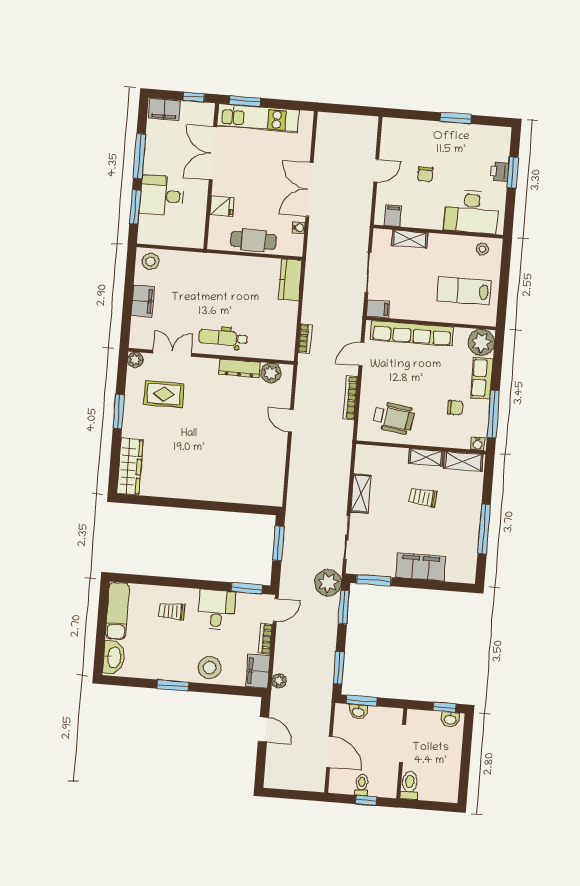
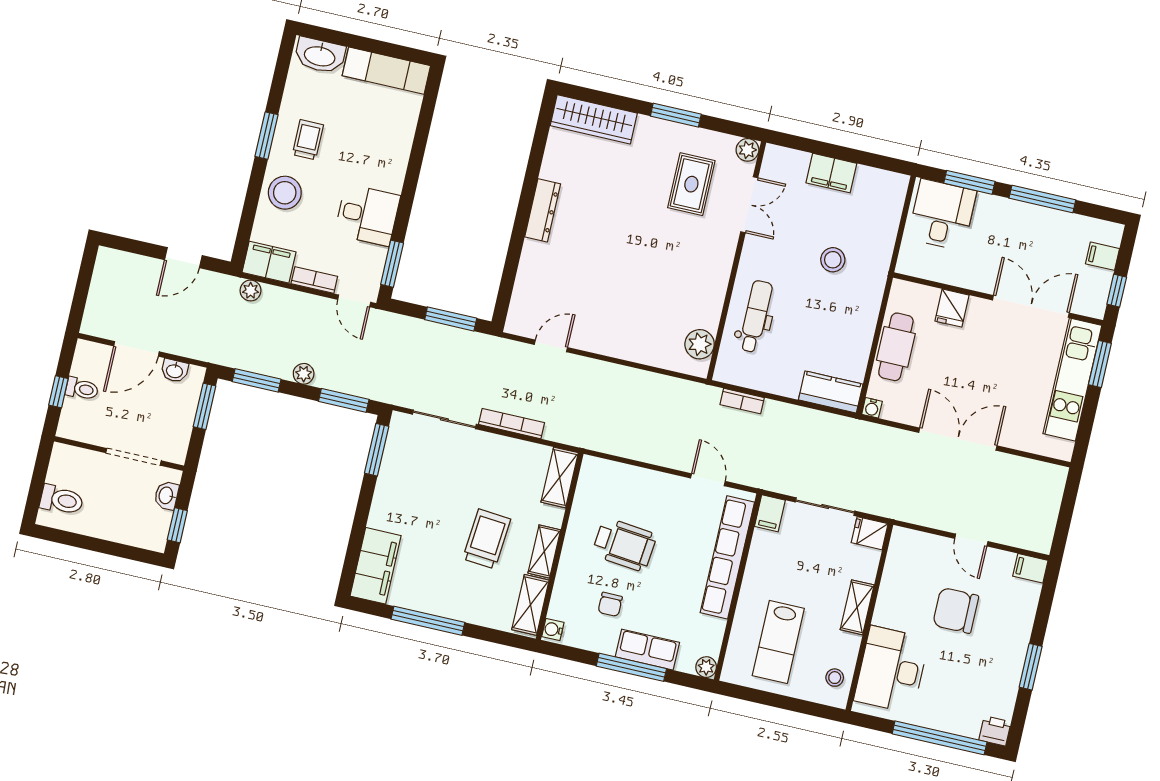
filing cabinet: (164, 109) -> (1102, 256), width x0.50
printer: (500, 172) -> (995, 731), moved
window: (513, 172) -> (940, 738), width x2.11
chair: (425, 174) -> (956, 610), width x1.87, depth x1.87
desk: (162, 196) -> (942, 215), moved
filing cabinet: (393, 215) -> (1030, 568), moved, turned 180
water cooler: (299, 228) -> (872, 408), moved
shelving: (410, 239) -> (857, 607), moved
fridge: (382, 240) -> (870, 533), added
stool: (150, 261) -> (833, 260), moved
lab bench: (464, 291) -> (778, 642), turned 180
dental chair: (223, 338) -> (756, 316), moved
plant: (481, 342) -> (706, 667), width x0.53, depth x0.53
dresser: (239, 368) -> (543, 210), moved, turned 180
bookcase: (351, 398) -> (512, 424), moved
window: (493, 414) -> (631, 667), moved
wheelchair: (394, 418) -> (624, 545), moved, turned -92
door: (291, 421) -> (551, 346), moved
shelving: (361, 493) -> (560, 477), moved, turned 90
trolley: (423, 497) -> (487, 539), width x1.36, depth x1.39
filing cabinet: (421, 567) -> (376, 566), moved
plant: (328, 583) -> (304, 374), moved, width x0.53, depth x0.53
trolley: (172, 611) -> (308, 140), moved
washbasin: (358, 712) -> (175, 371), moved, turned -90
washbasin: (450, 719) -> (166, 495), moved
toilet: (410, 785) -> (62, 500), moved

